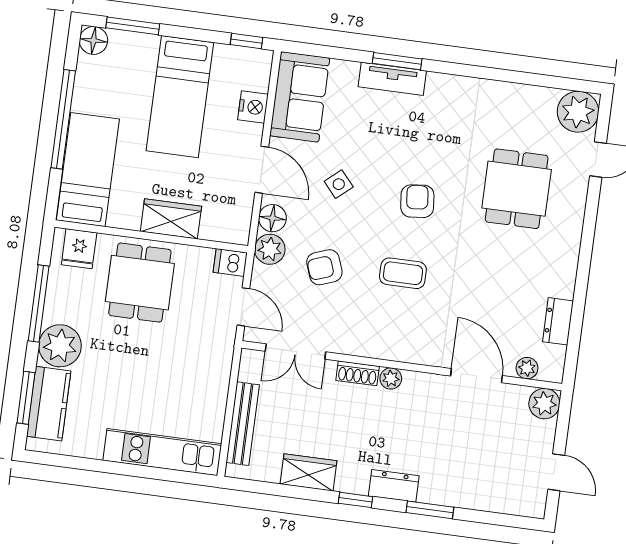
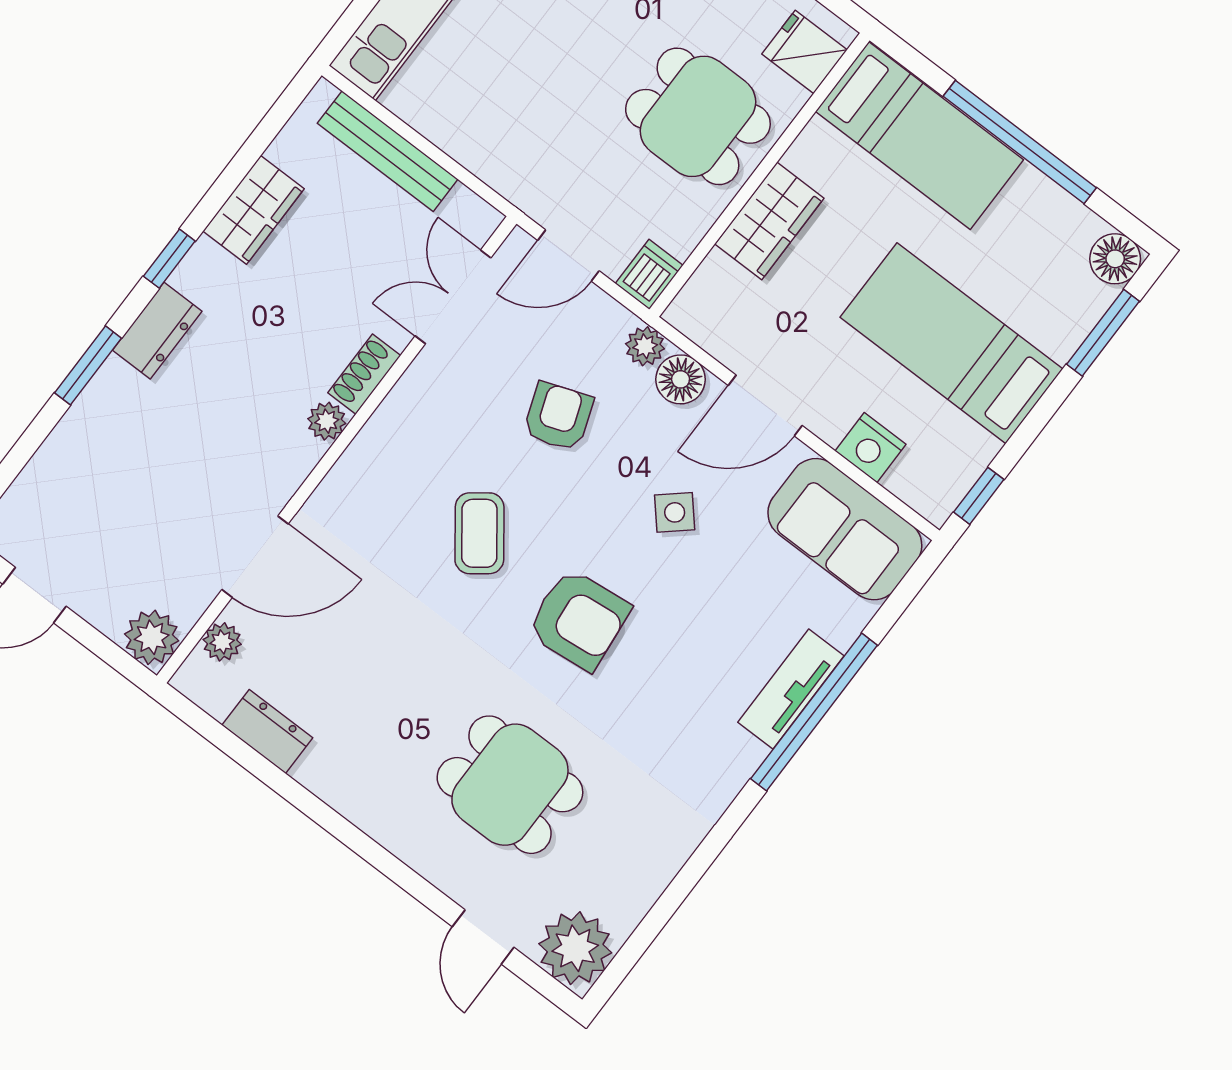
window: (397, 61) -> (814, 712), width x2.11
armchair: (417, 201) -> (579, 619), width x1.38, depth x1.38
plant: (270, 249) -> (645, 346), width x0.73, depth x0.73
coffee table: (403, 273) -> (479, 533), turned -37

